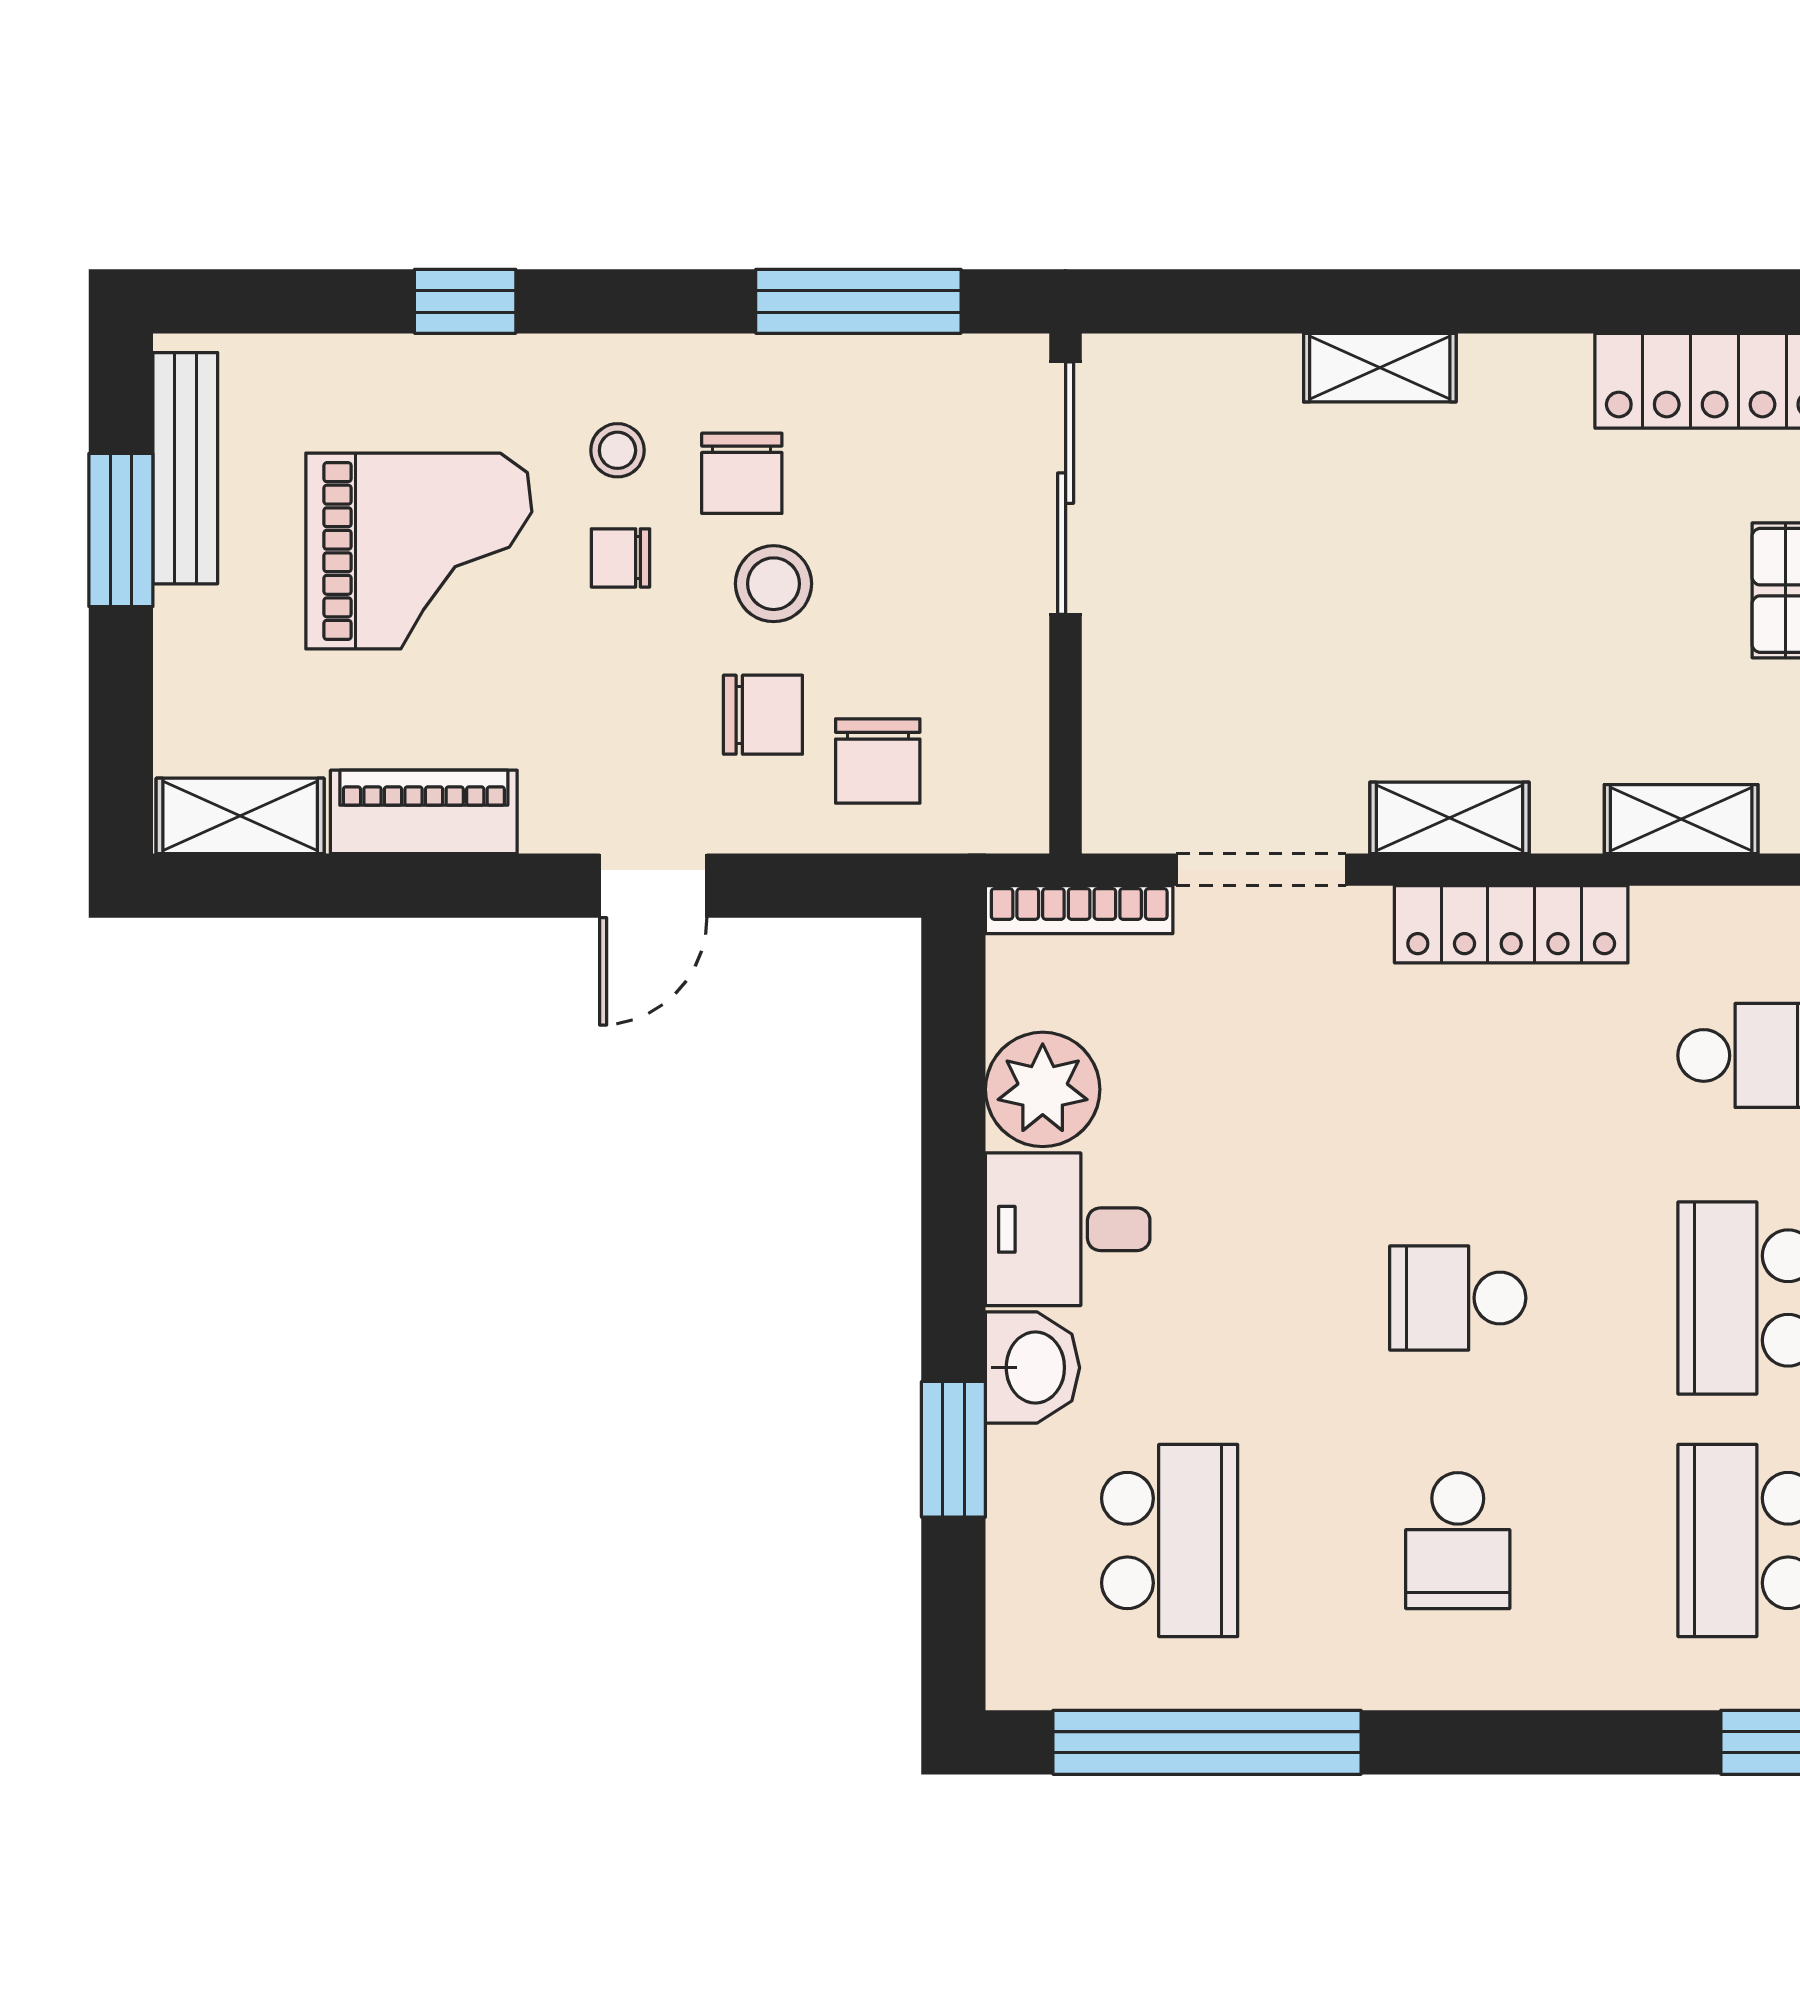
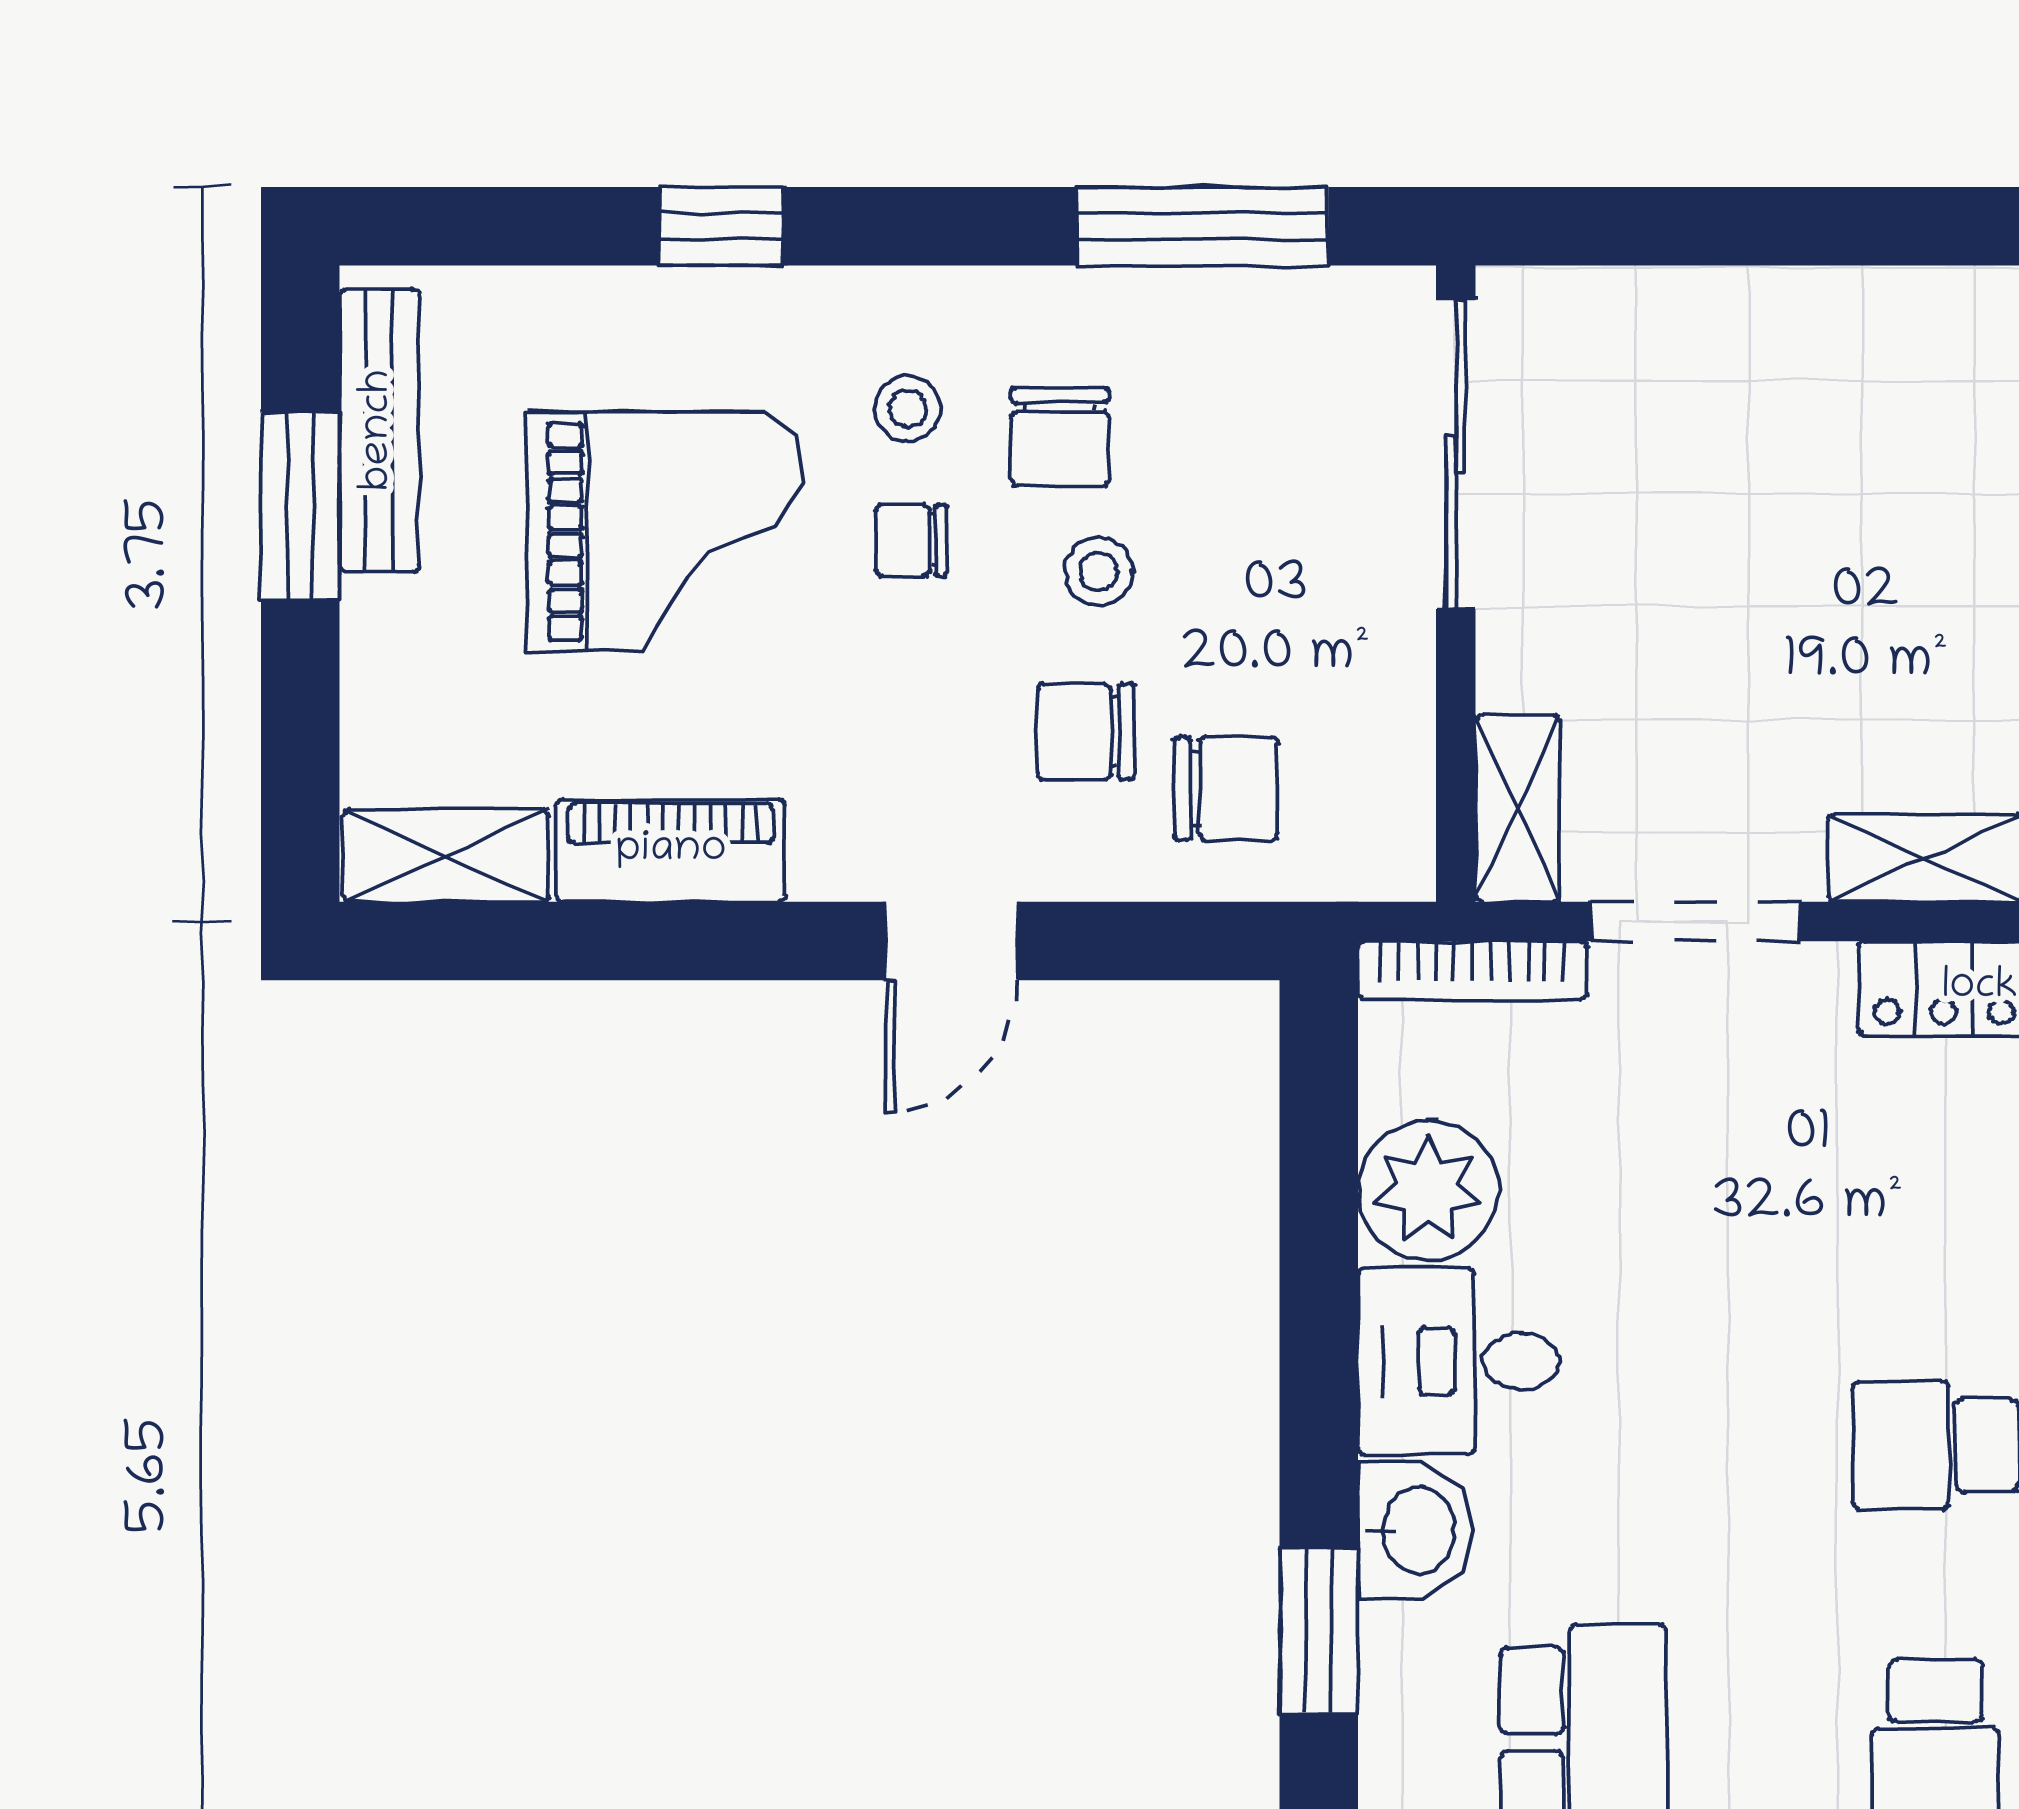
shelving: (1380, 368) -> (1517, 809), moved, turned 90
stool: (774, 584) -> (1099, 572), width x0.73, depth x0.73
chair: (763, 715) -> (1086, 732), turned 180
chair: (878, 761) -> (1226, 789), turned -90

